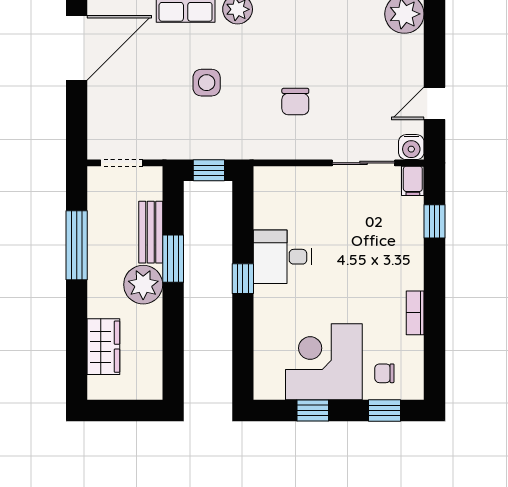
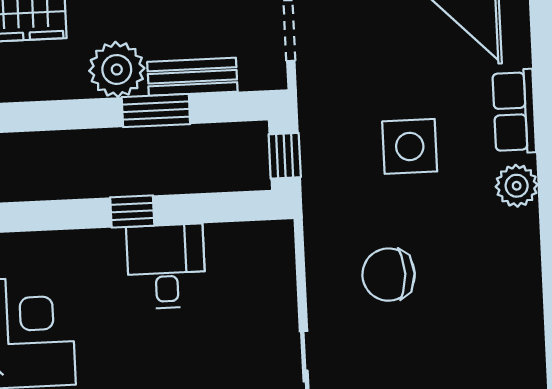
side table: (207, 83) -> (410, 146), width x1.37, depth x1.37
chair: (295, 102) -> (389, 275), width x1.37, depth x1.37

